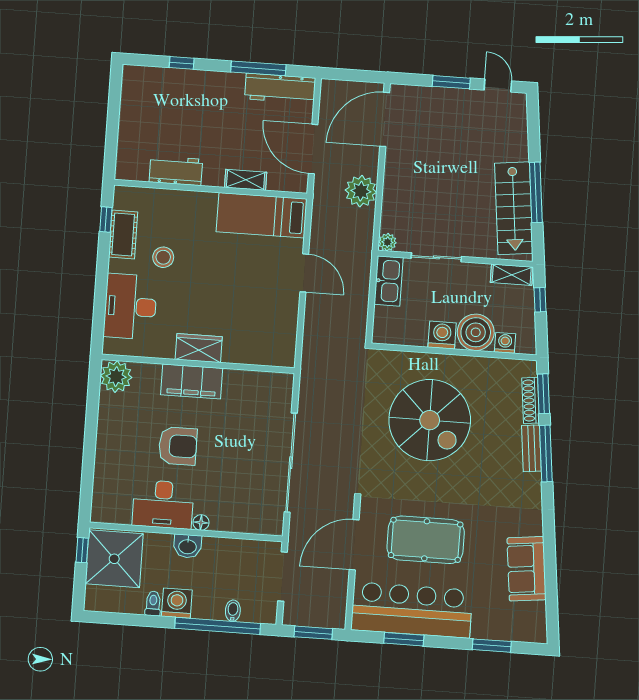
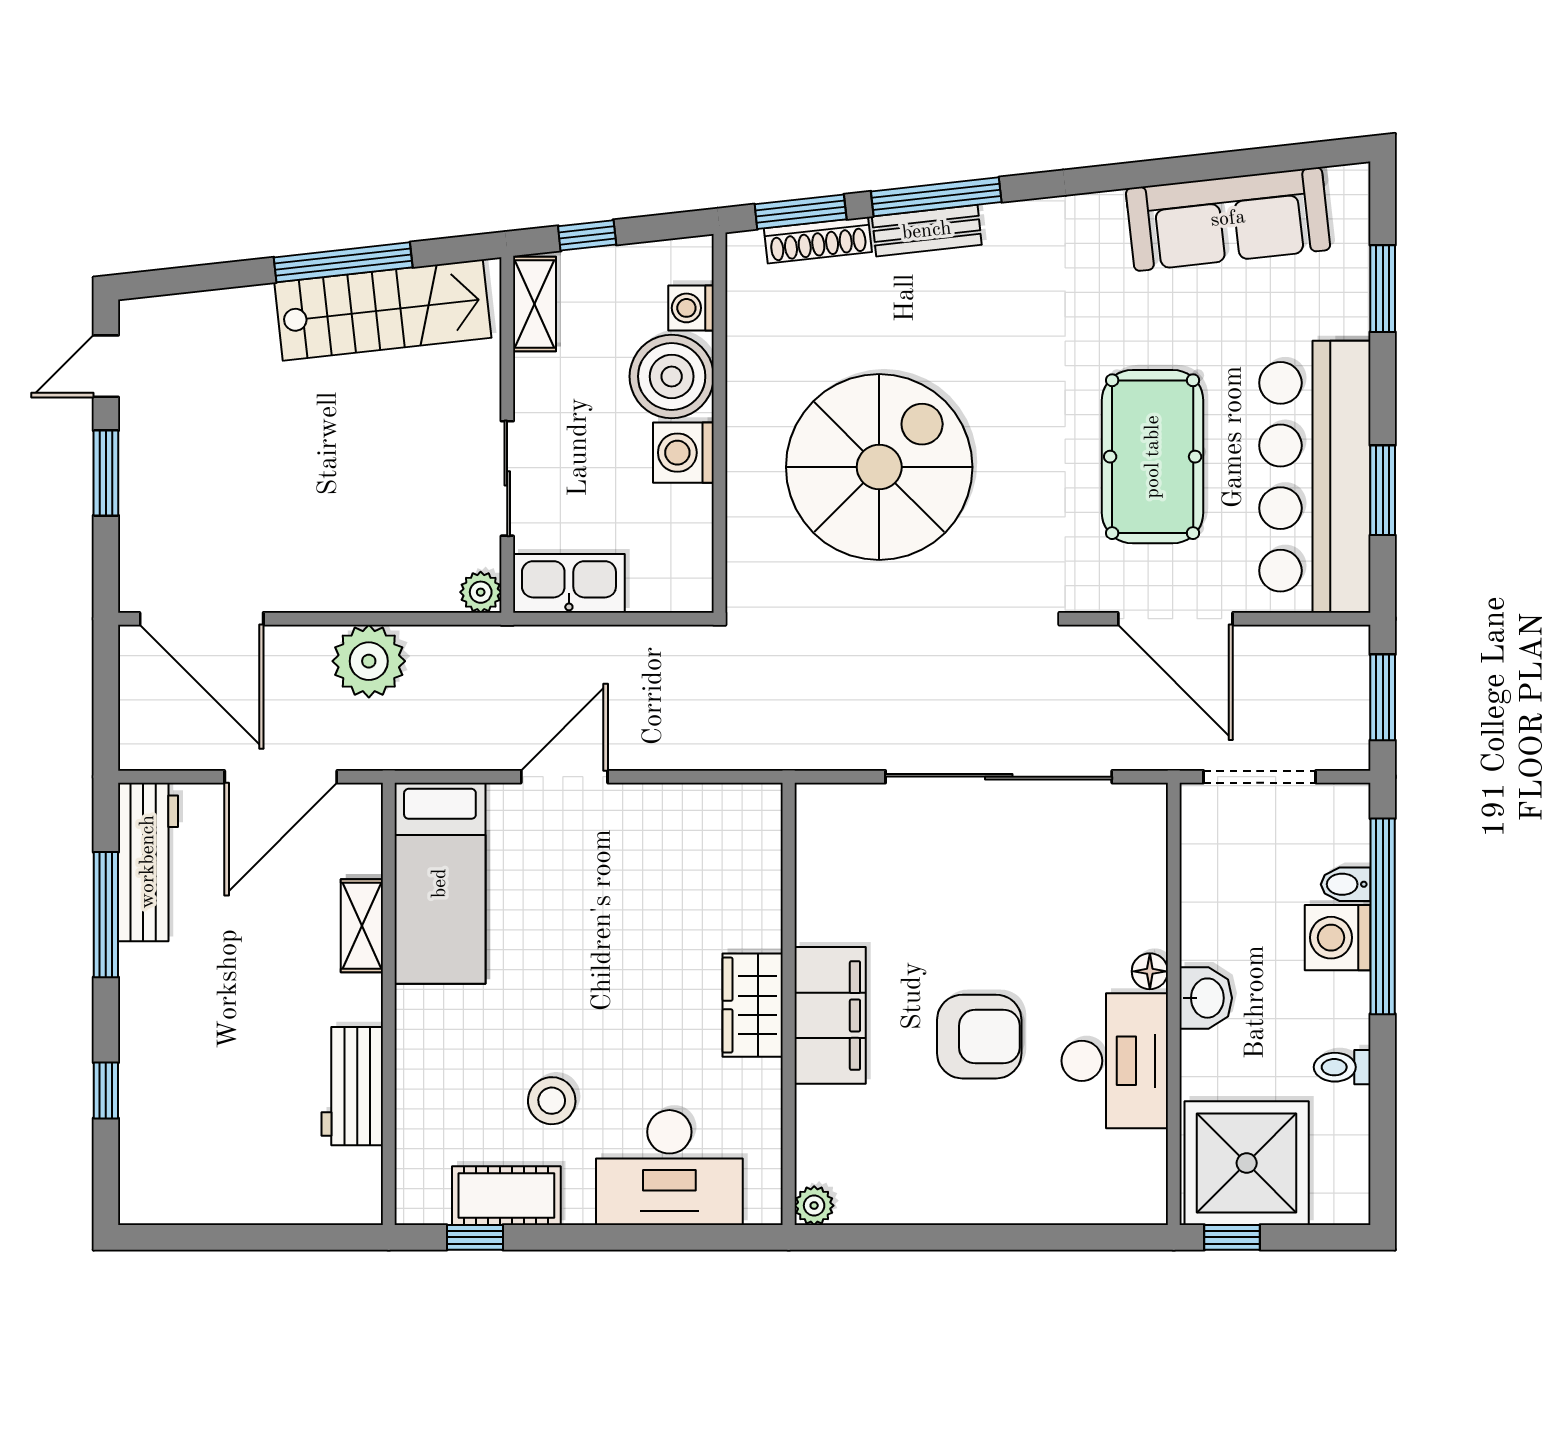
plant: (116, 377) -> (814, 1206), width x0.53, depth x0.53
armchair: (178, 446) -> (979, 1037), turned 90
sofa: (527, 569) -> (1228, 219), width x1.36
washing machine: (177, 603) -> (1338, 938), moved

